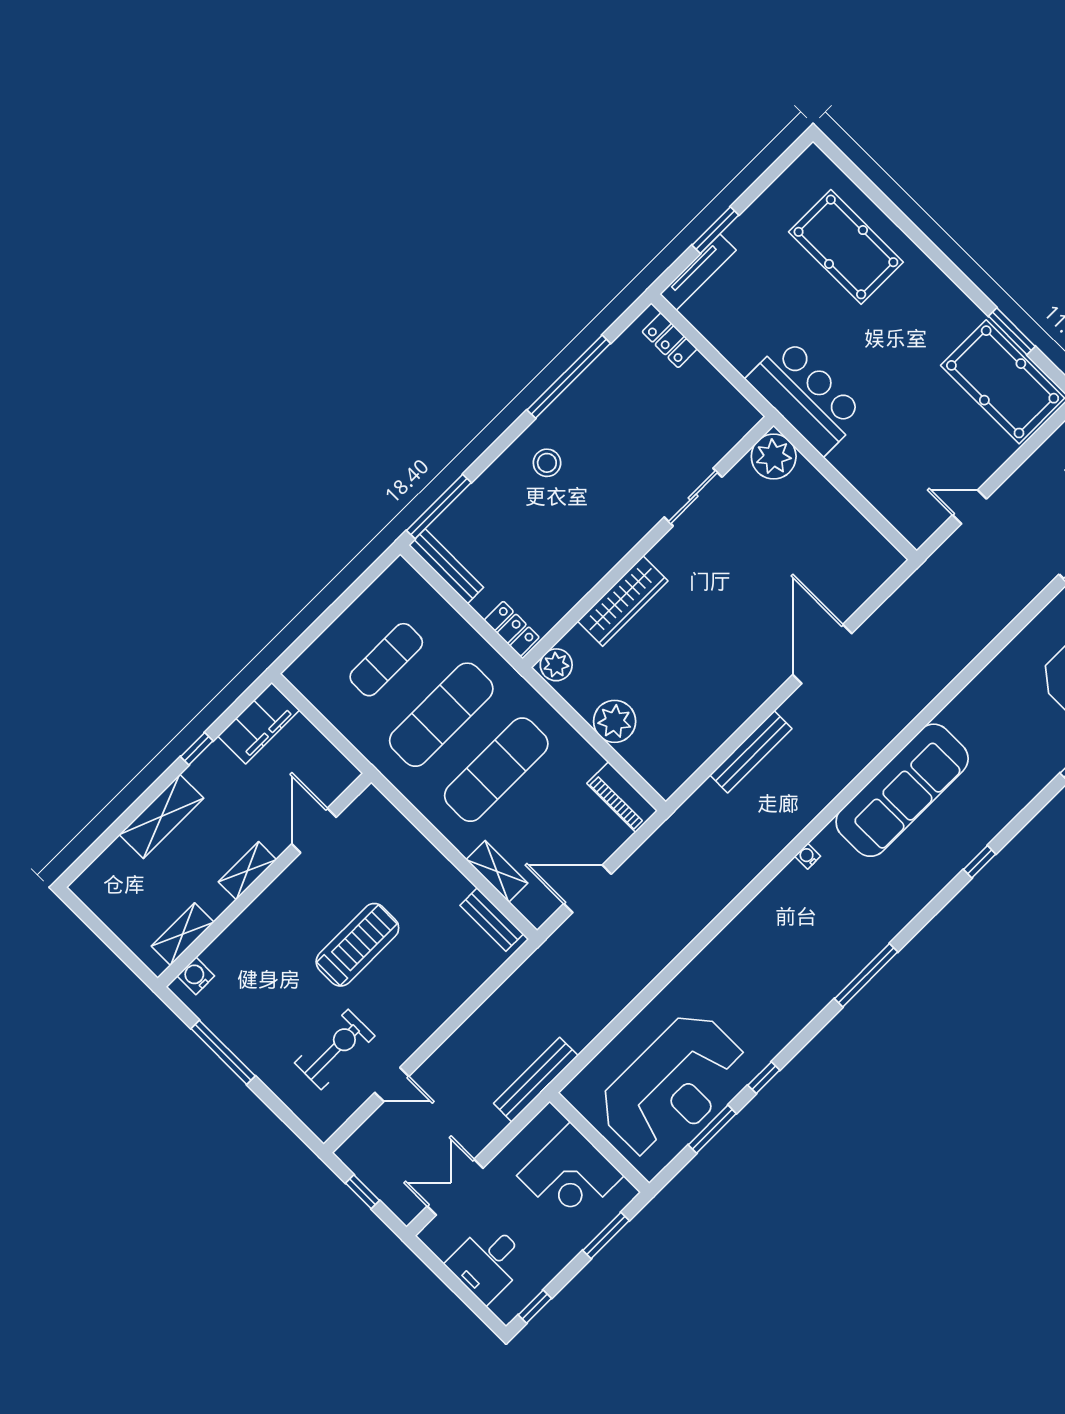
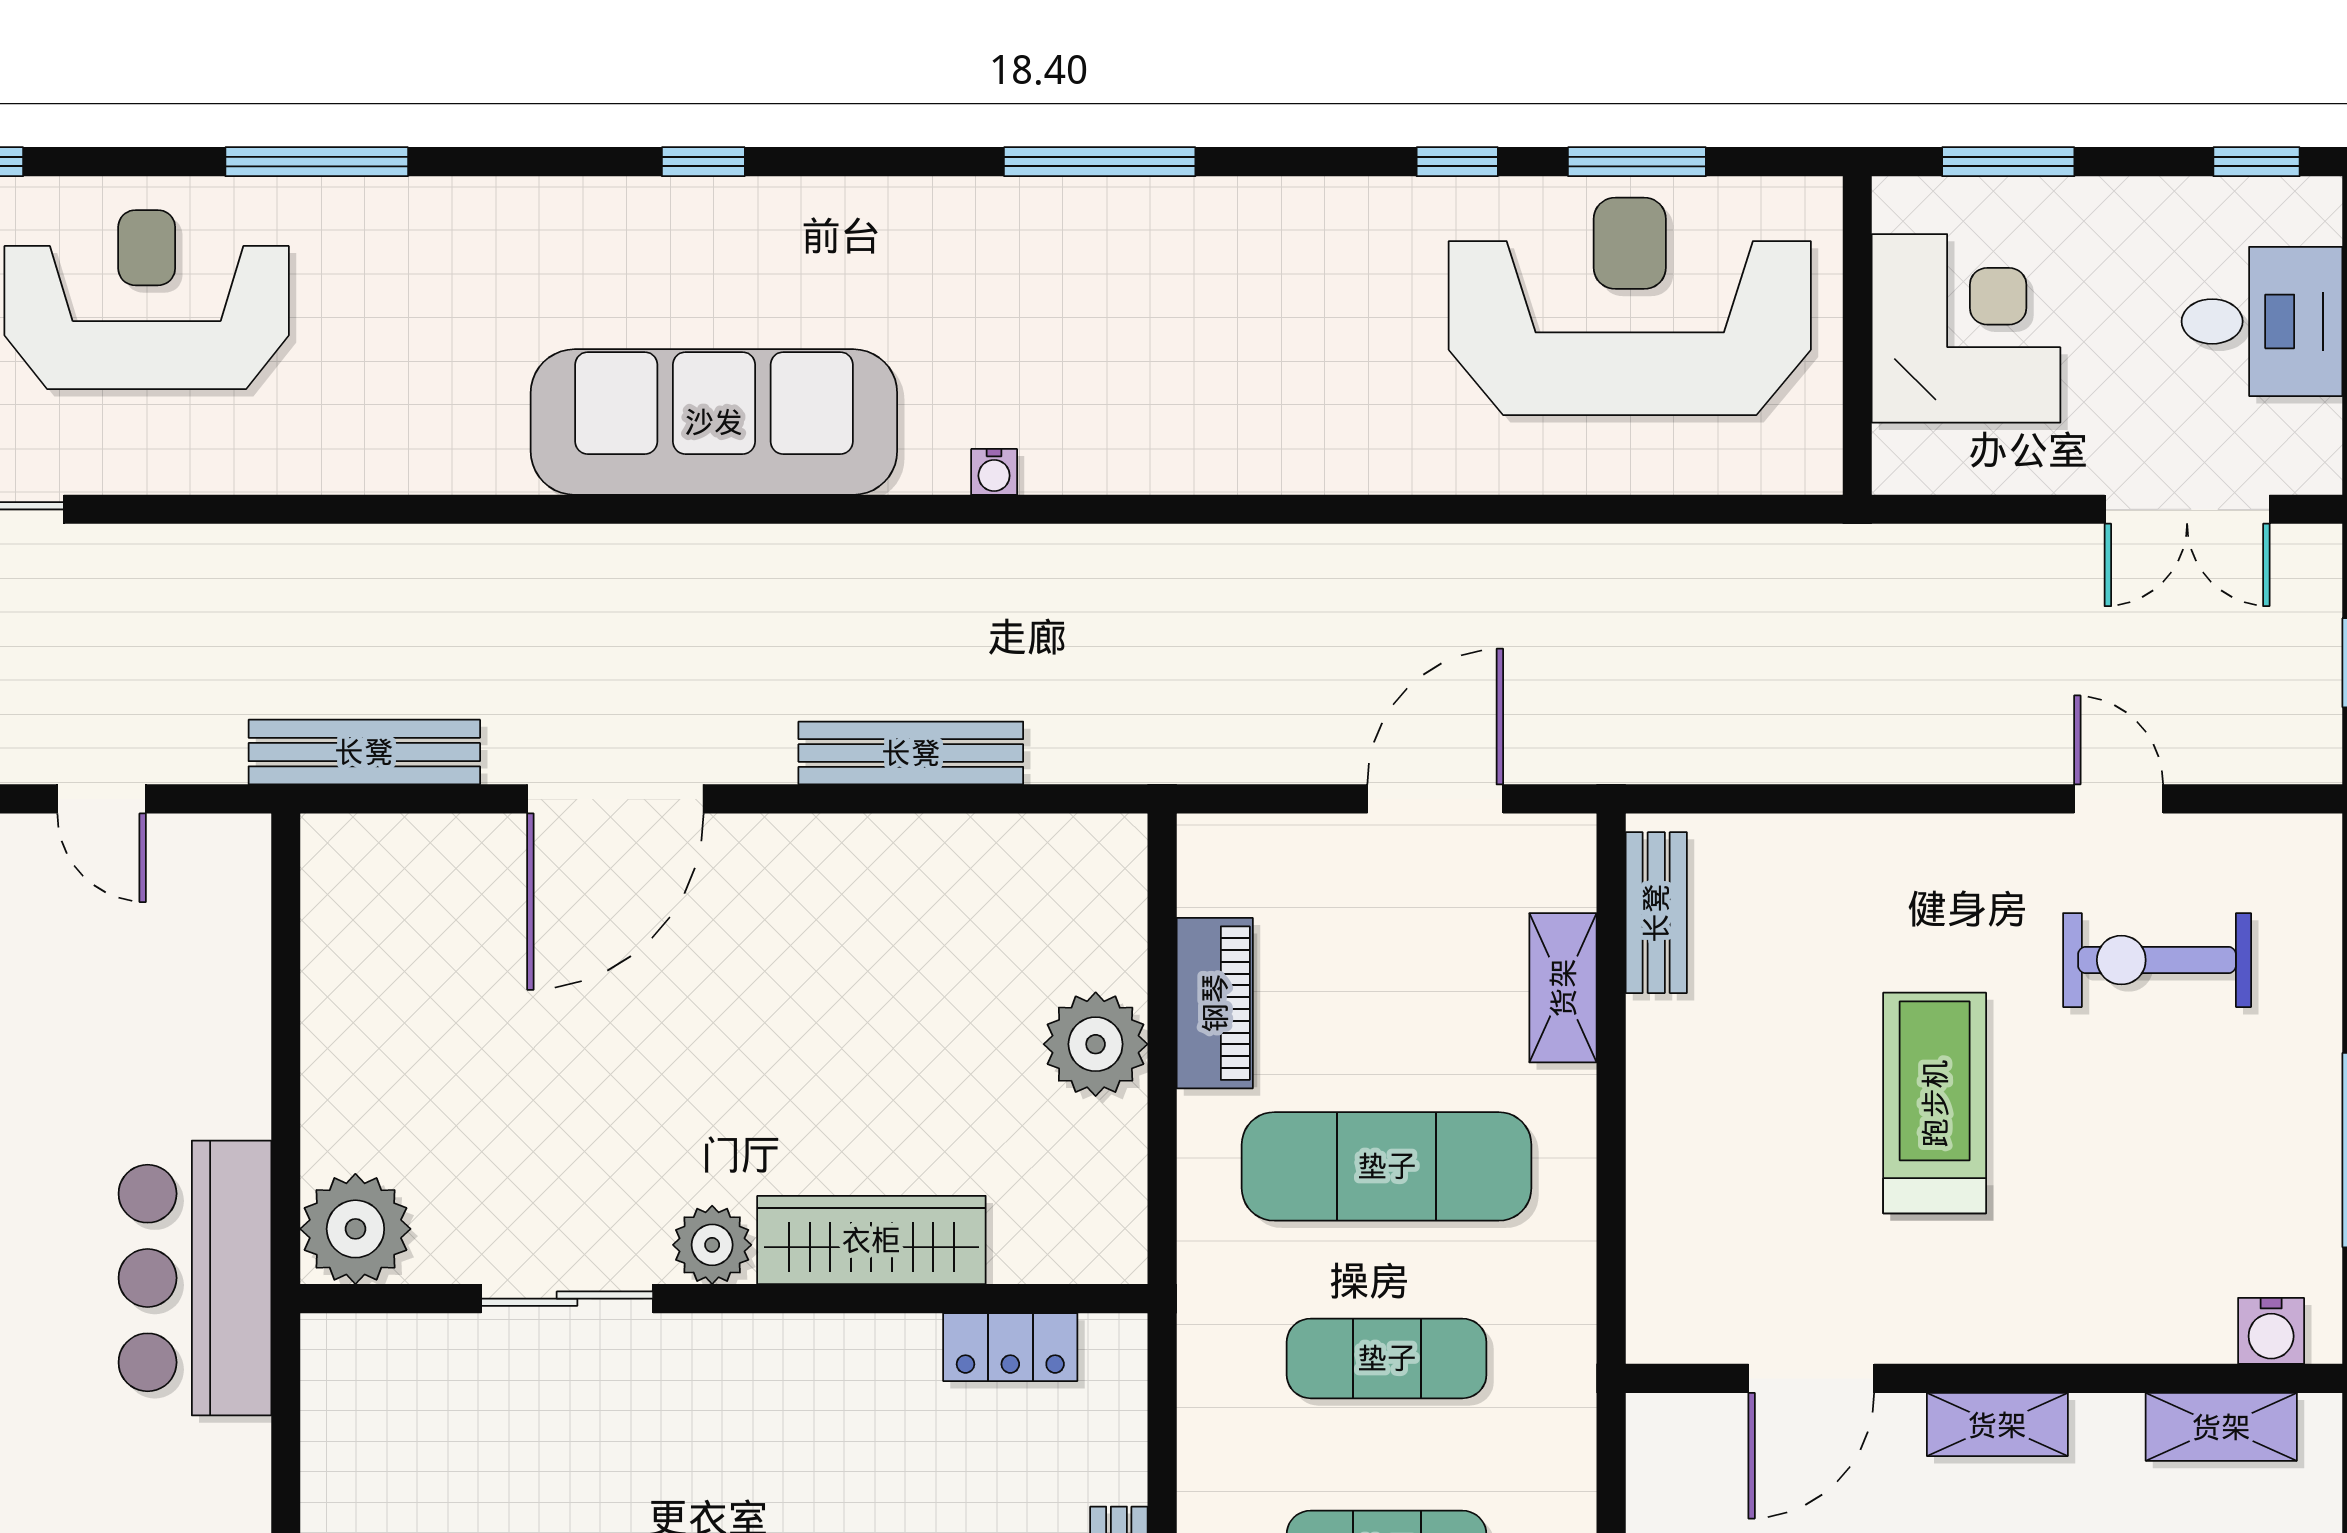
locker: (512, 629) -> (1010, 1347), moved, turned -90
plant: (556, 665) -> (712, 1245), moved
exercise mat: (441, 715) -> (1387, 1358), width x0.73, depth x0.69
piano: (622, 797) -> (1215, 1003), moved
door: (588, 889) -> (1435, 799), swing flipped
treadmill: (357, 945) -> (1935, 1103), turned 90
bench: (536, 1080) -> (364, 752), moved

